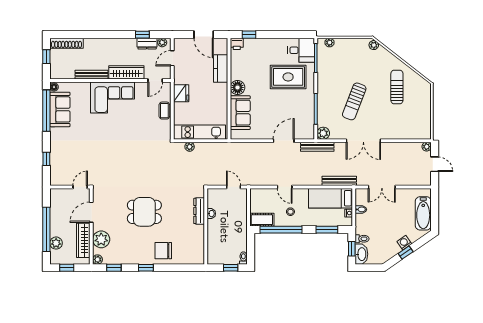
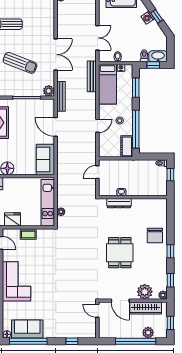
sofa: (240, 113) -> (45, 159), moved, turned -90

